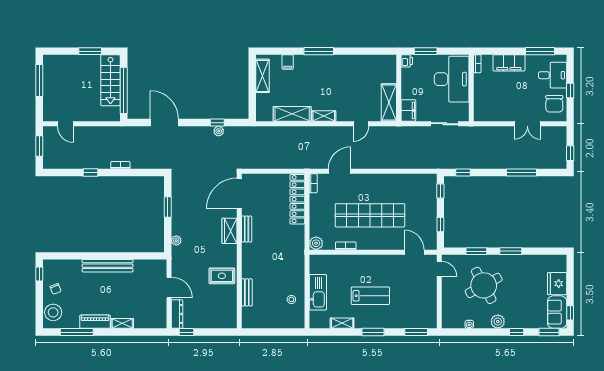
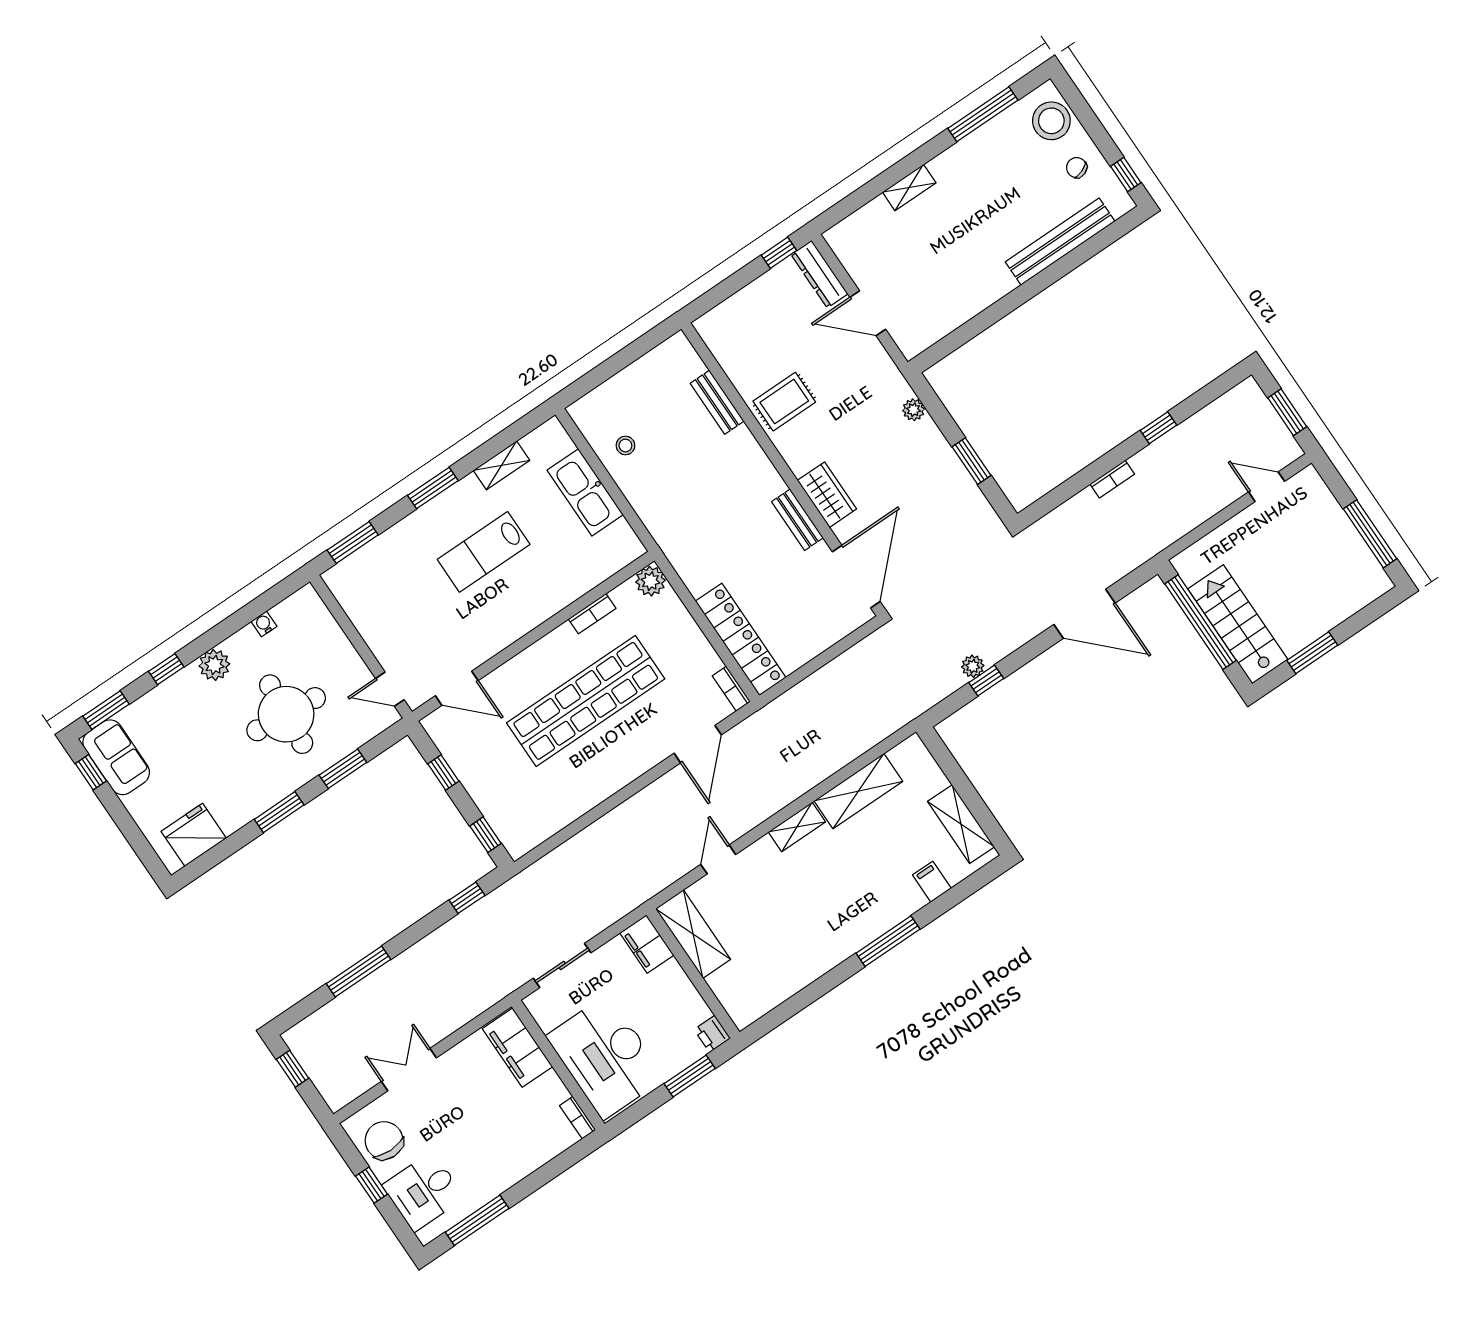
filing cabinet: (509, 63) -> (517, 1048), moved, turned -90
bench: (108, 266) -> (1060, 242), moved
fridge: (557, 284) -> (194, 835), moved, turned -90
round table: (484, 285) -> (286, 714), turned 33
piano: (95, 322) -> (962, 156), removed

